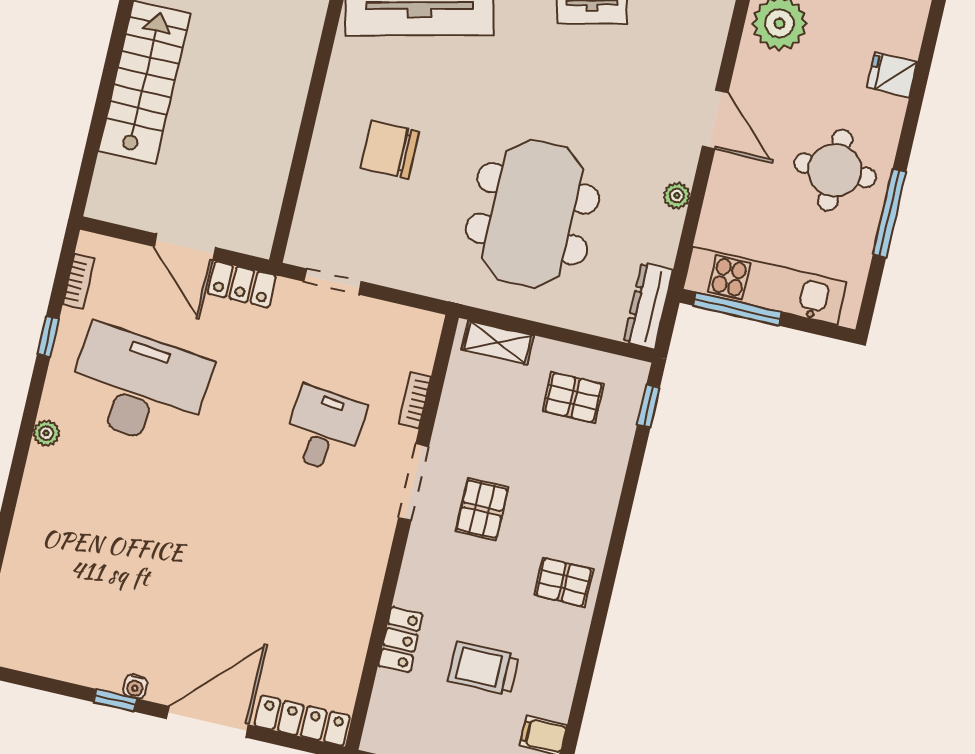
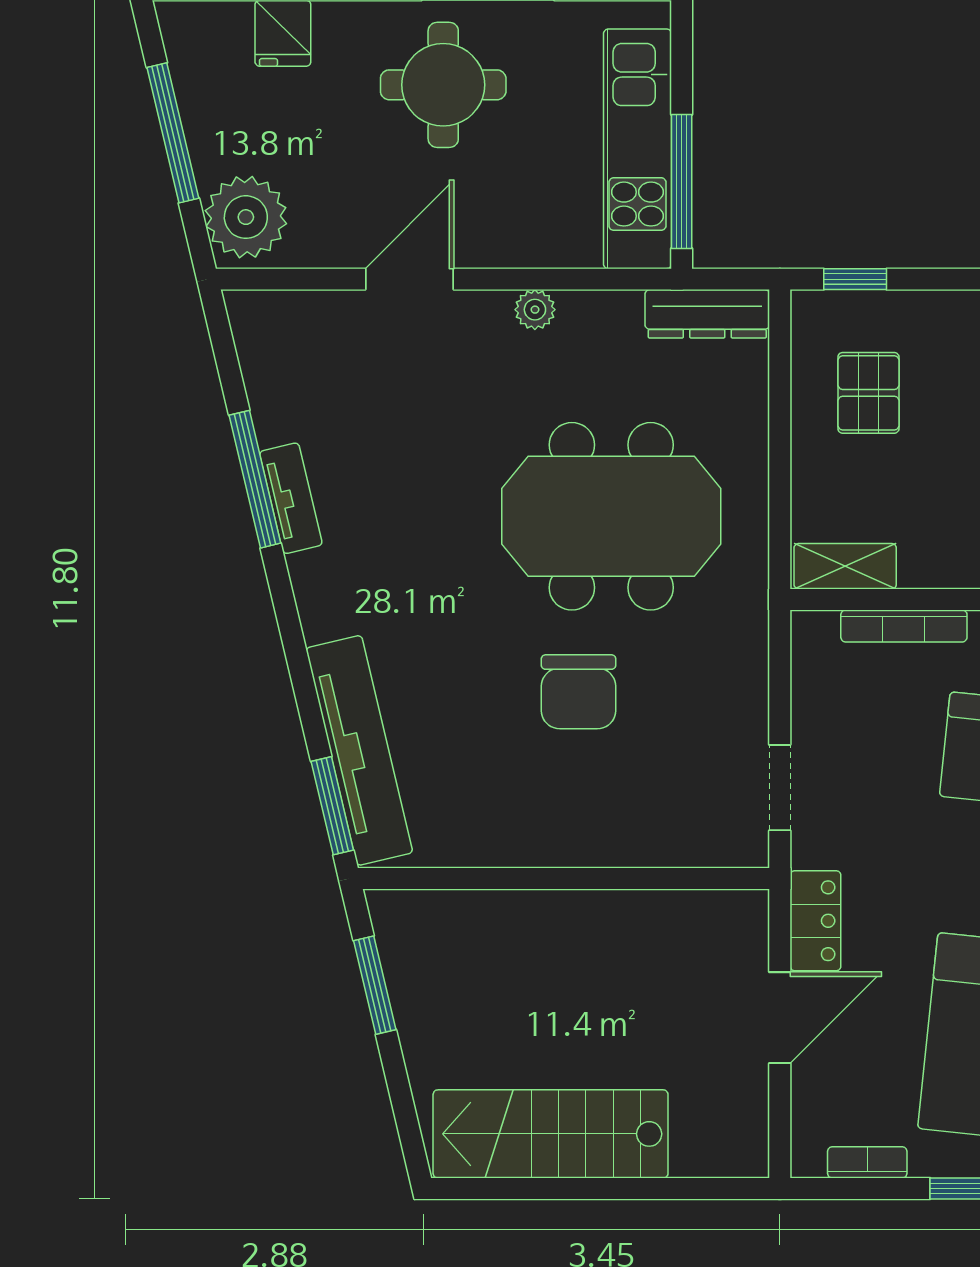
chair: (390, 150) -> (579, 692), moved
shelving: (498, 342) -> (845, 566), moved, turned 90
bookcase: (415, 400) -> (904, 626), width x1.56

